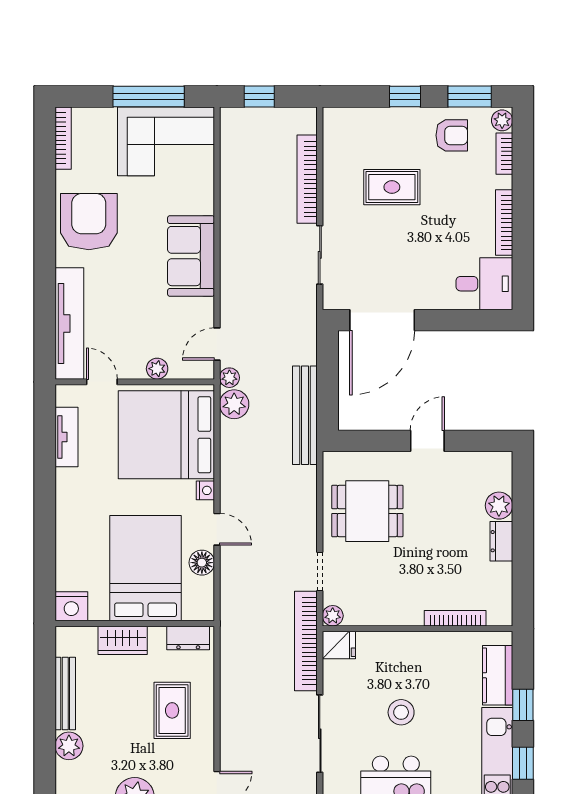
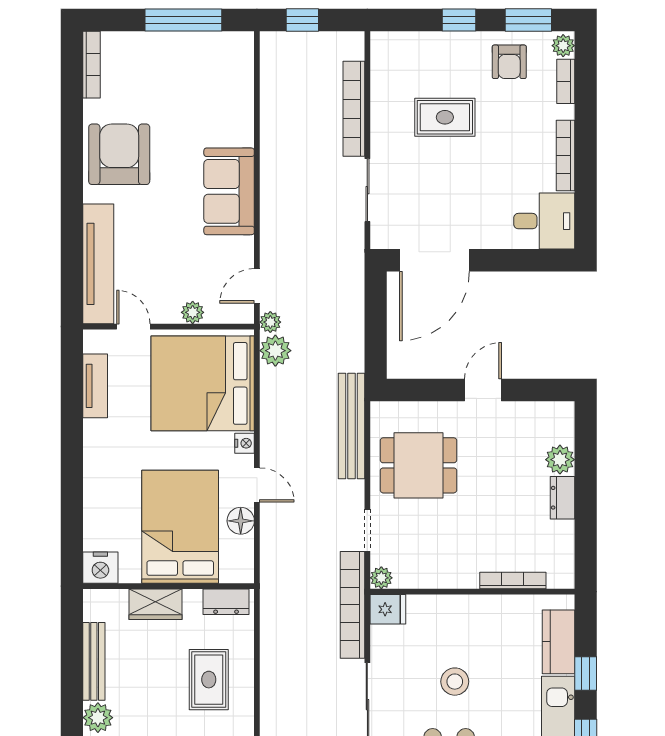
armchair: (452, 135) -> (509, 62), turned 90
corner sofa: (166, 141) -> (202, 68), removed
bench: (305, 415) -> (351, 426), moved

